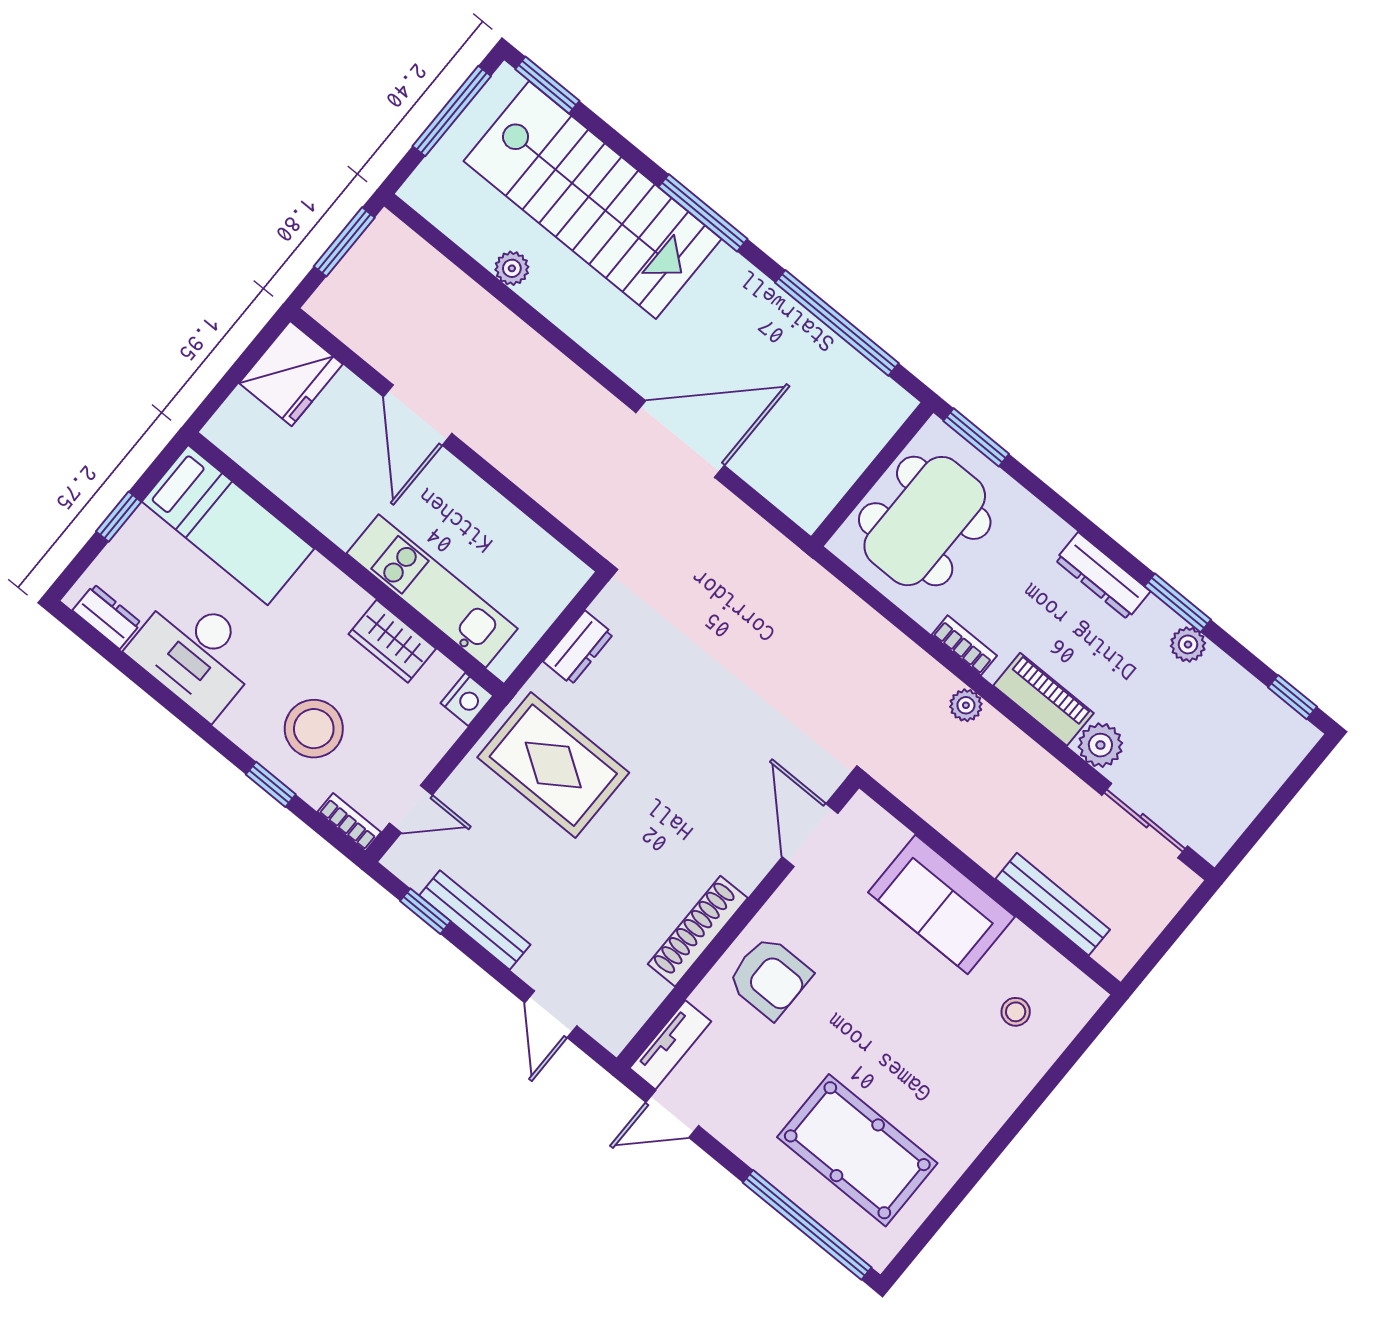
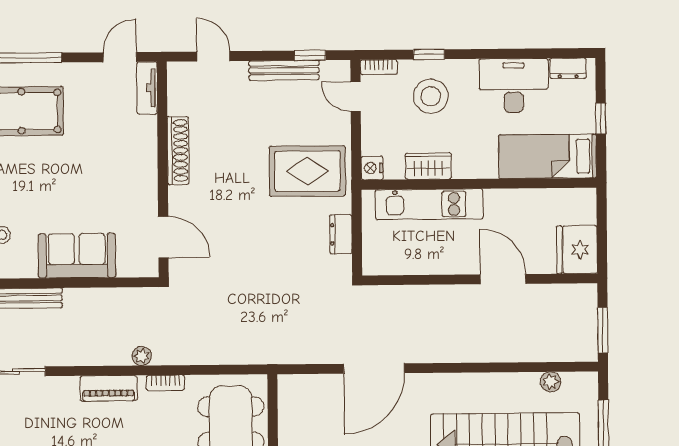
plant: (512, 268) -> (550, 382), moved
plant: (1100, 745) -> (65, 389), removed
door: (411, 809) -> (356, 97), hinge flipped
armchair: (770, 978) -> (127, 157), removed

